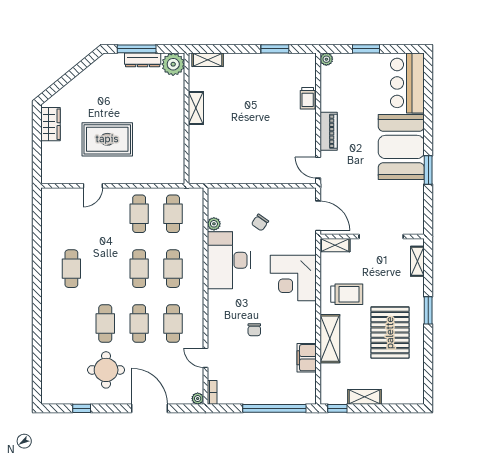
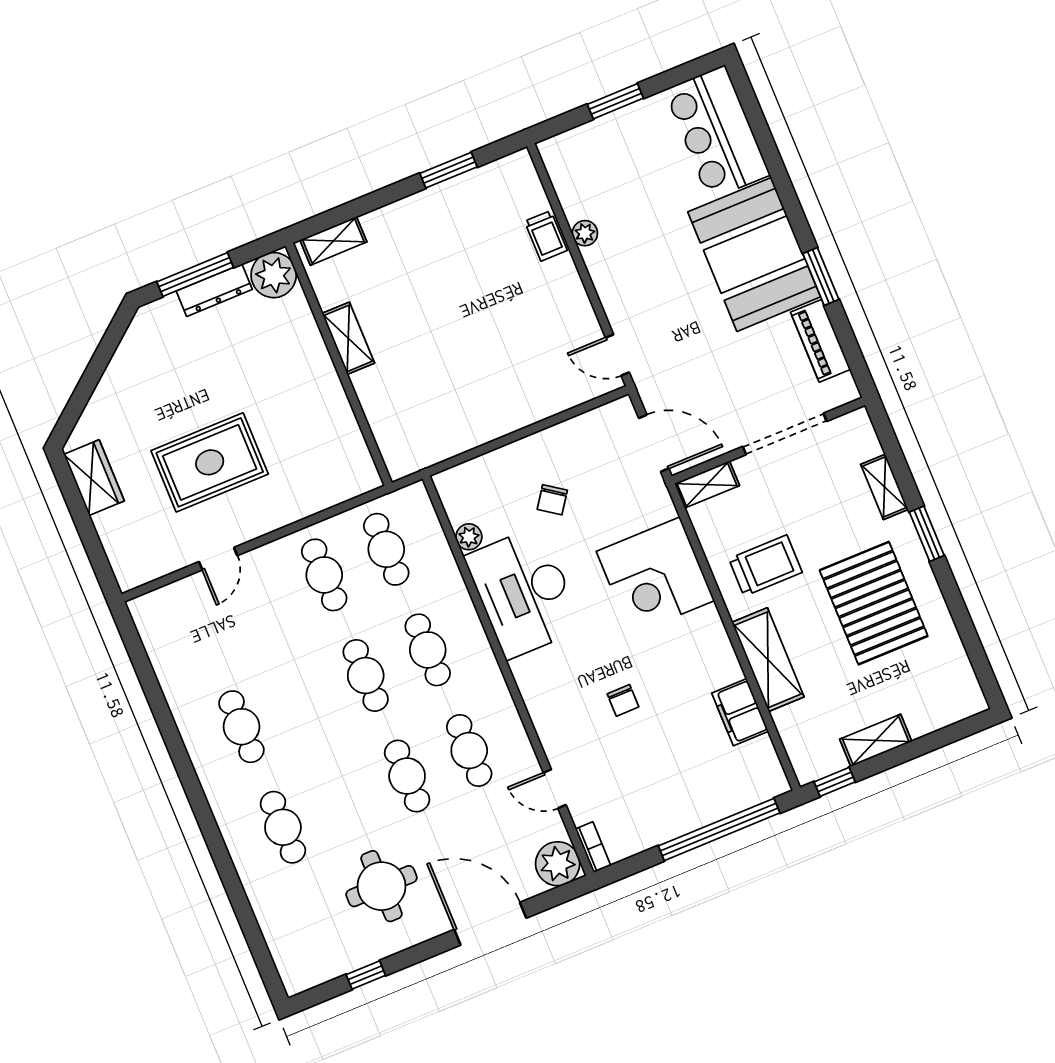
plant: (326, 59) -> (585, 233), moved
piano: (329, 131) -> (820, 341), moved, turned 180
shelving: (417, 261) -> (884, 487), moved
cafe table: (105, 324) -> (283, 827), moved
plant: (198, 399) -> (558, 864), width x1.88, depth x1.88

